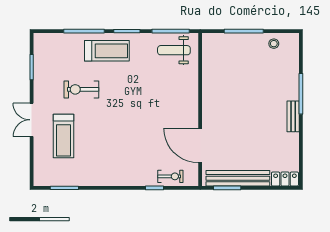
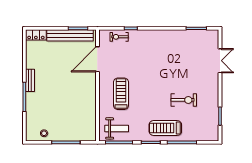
double door: (32, 120) -> (220, 61), moved
treadmill: (64, 136) -> (121, 94), moved
door: (200, 146) -> (97, 59), swing flipped

